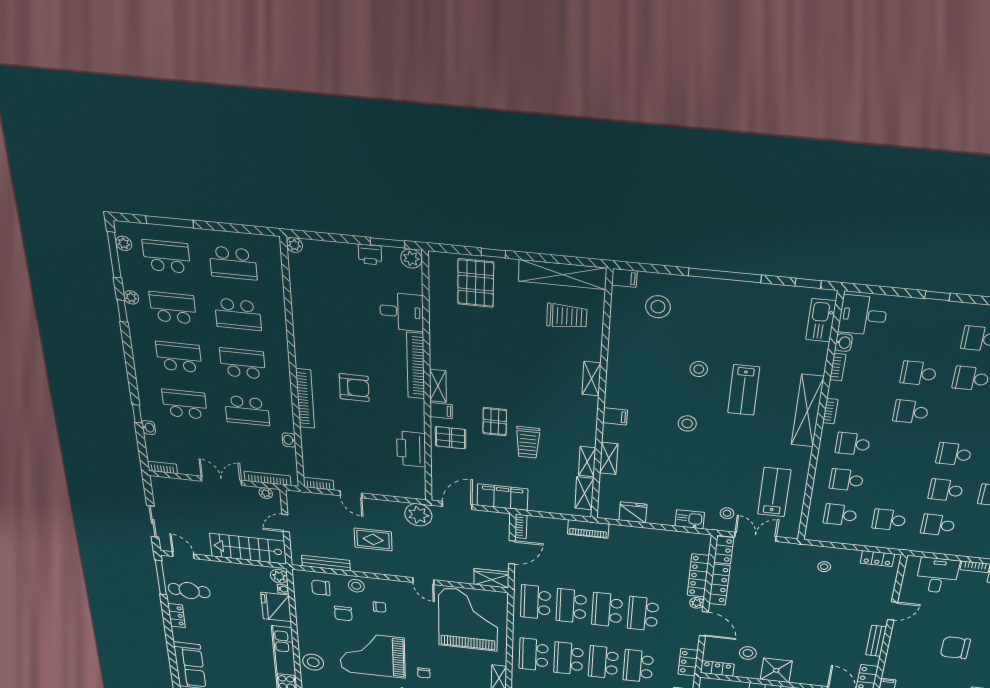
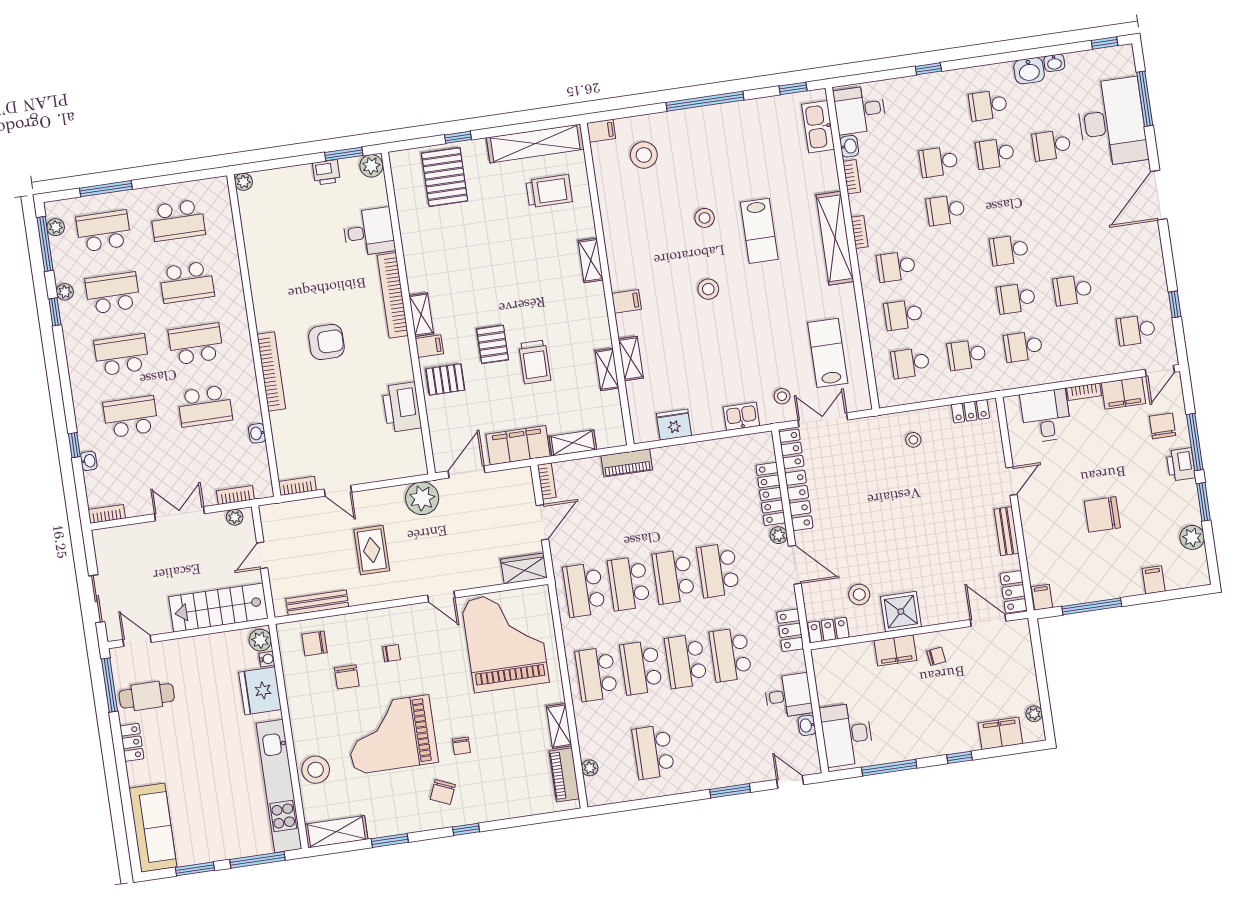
bookcase: (268, 478) -> (235, 495), width x0.64
shelving: (584, 493) -> (573, 443), moved, turned 90
rug: (373, 539) -> (372, 550), turned 90
stool: (356, 586) -> (359, 627), removed

